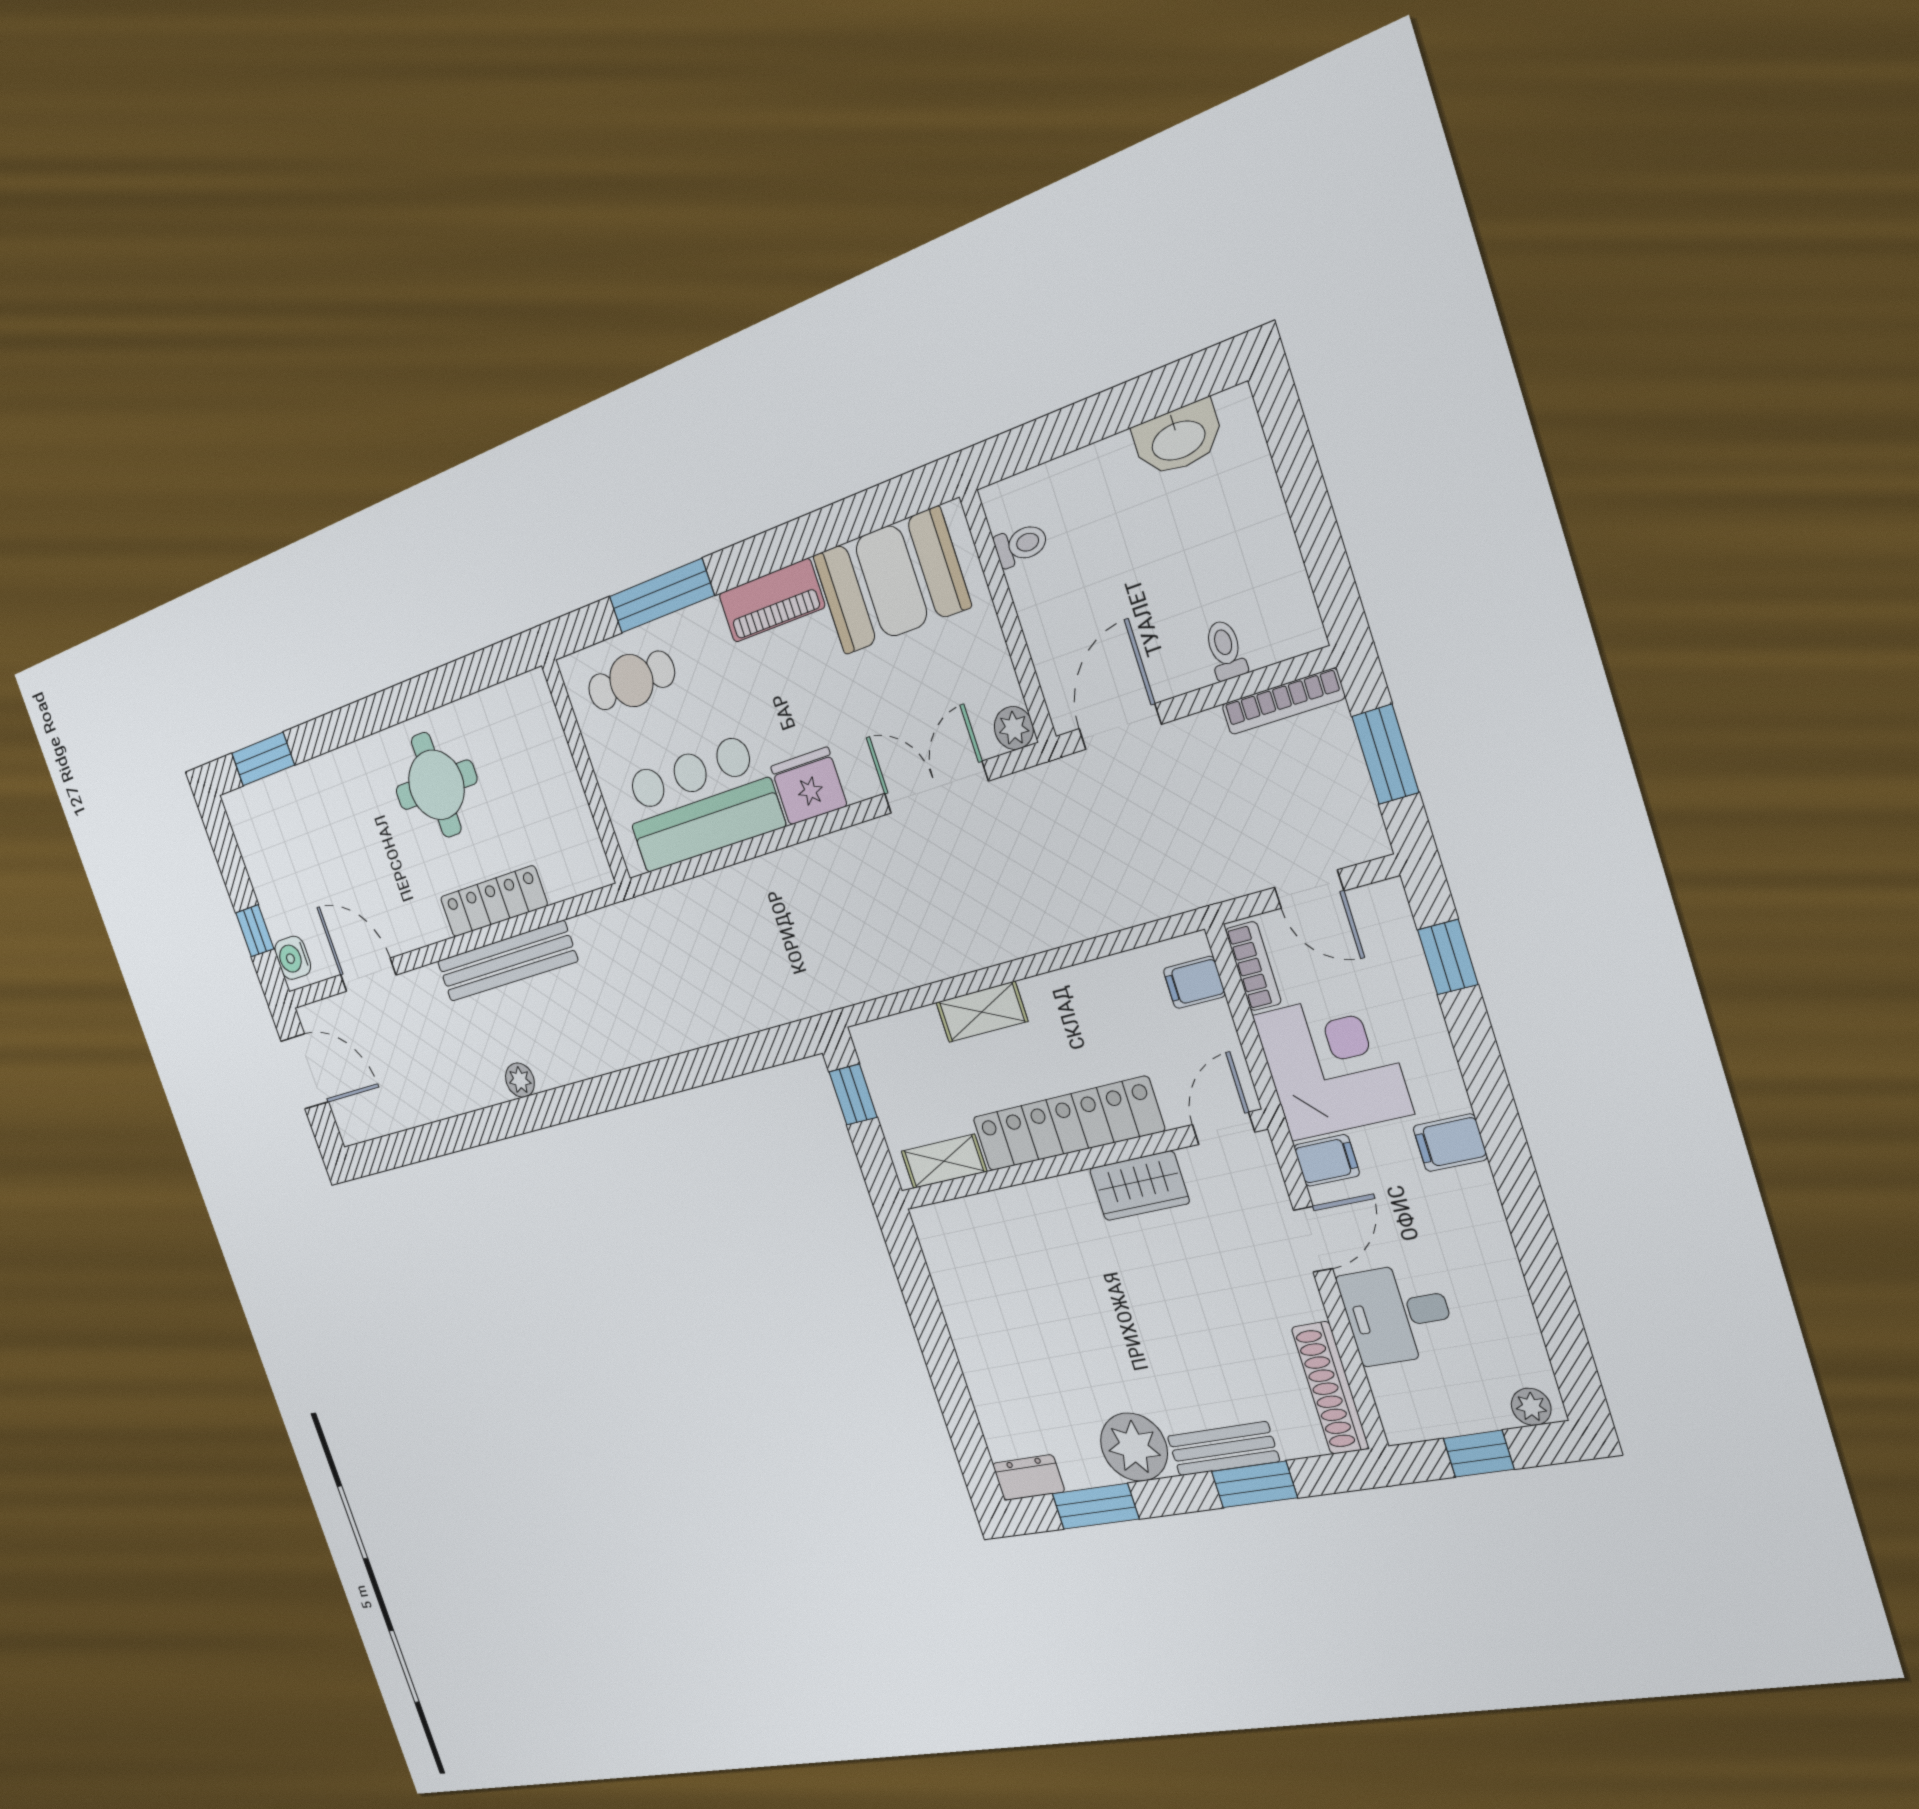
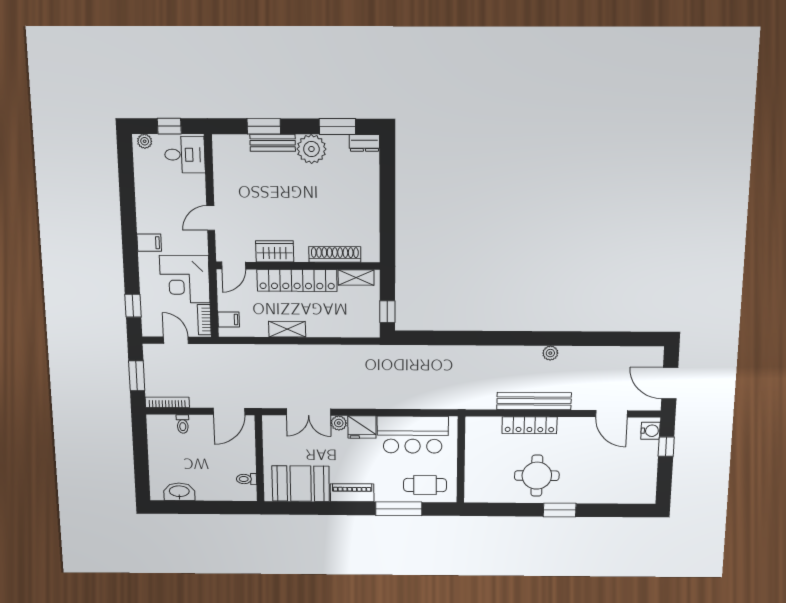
plant: (1014, 728) -> (339, 423), moved
window: (263, 759) -> (560, 510), moved
shelving: (982, 1012) -> (287, 329), moved
filing cabinet: (1327, 1160) -> (197, 246), removed
desk: (1397, 1314) -> (185, 155), moved
shoe rack: (1330, 1388) -> (335, 254), moved, turned -90

